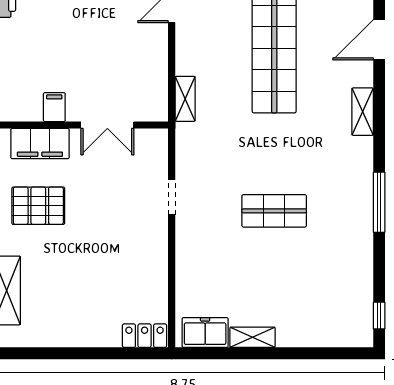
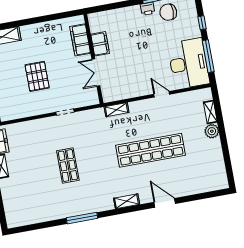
filing cabinet: (54, 107) -> (100, 44), width x2.00
pallet: (38, 206) -> (37, 76), moved
window: (379, 316) -> (24, 229), removed

